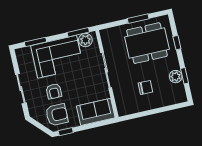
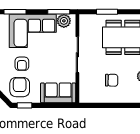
window: (138, 19) -> (107, 12), moved
armchair: (57, 115) -> (20, 87), turned -90

